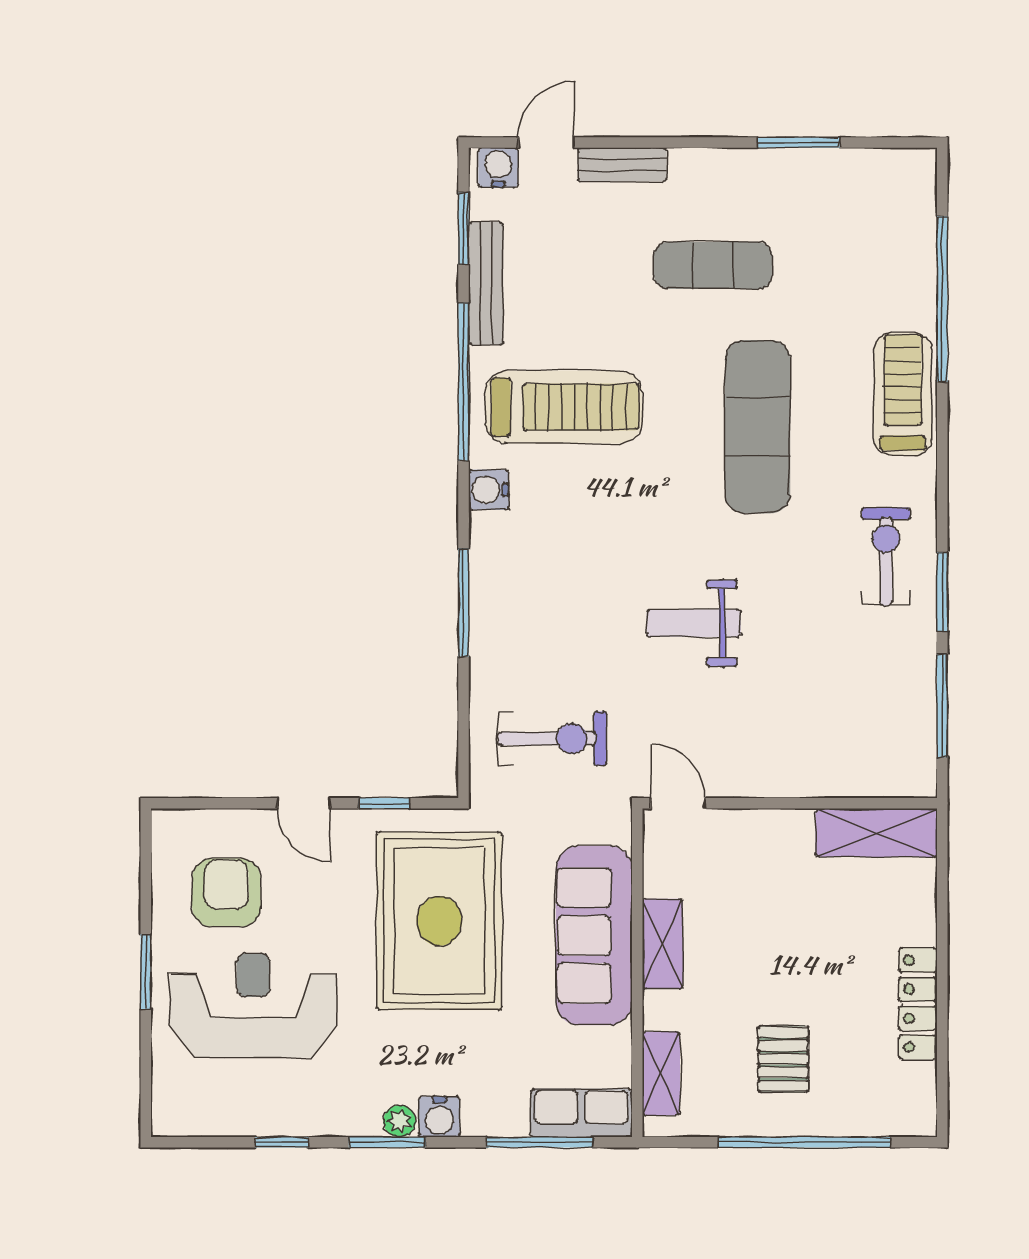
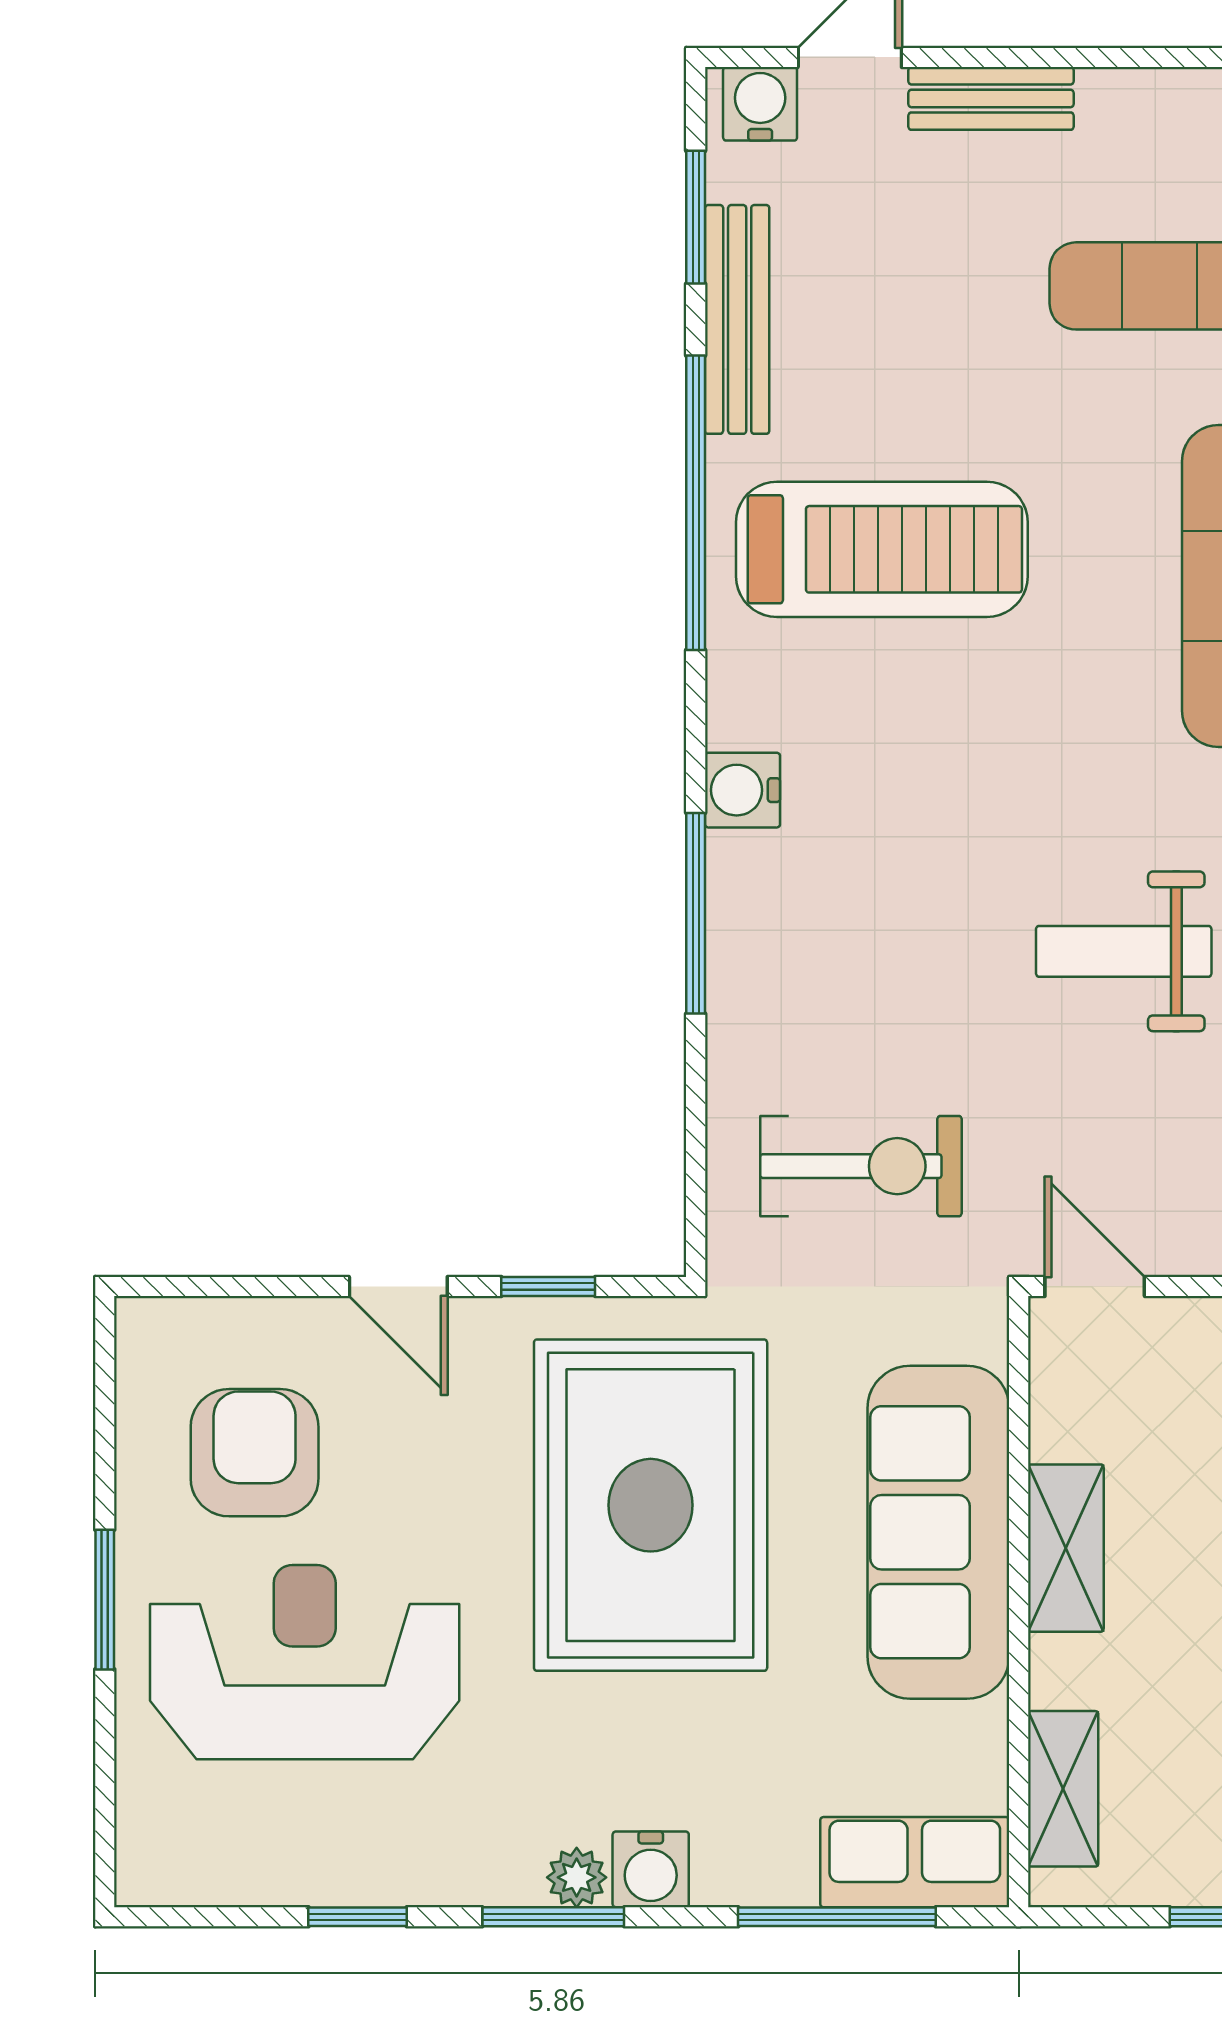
water cooler: (489, 490) -> (743, 790), moved

